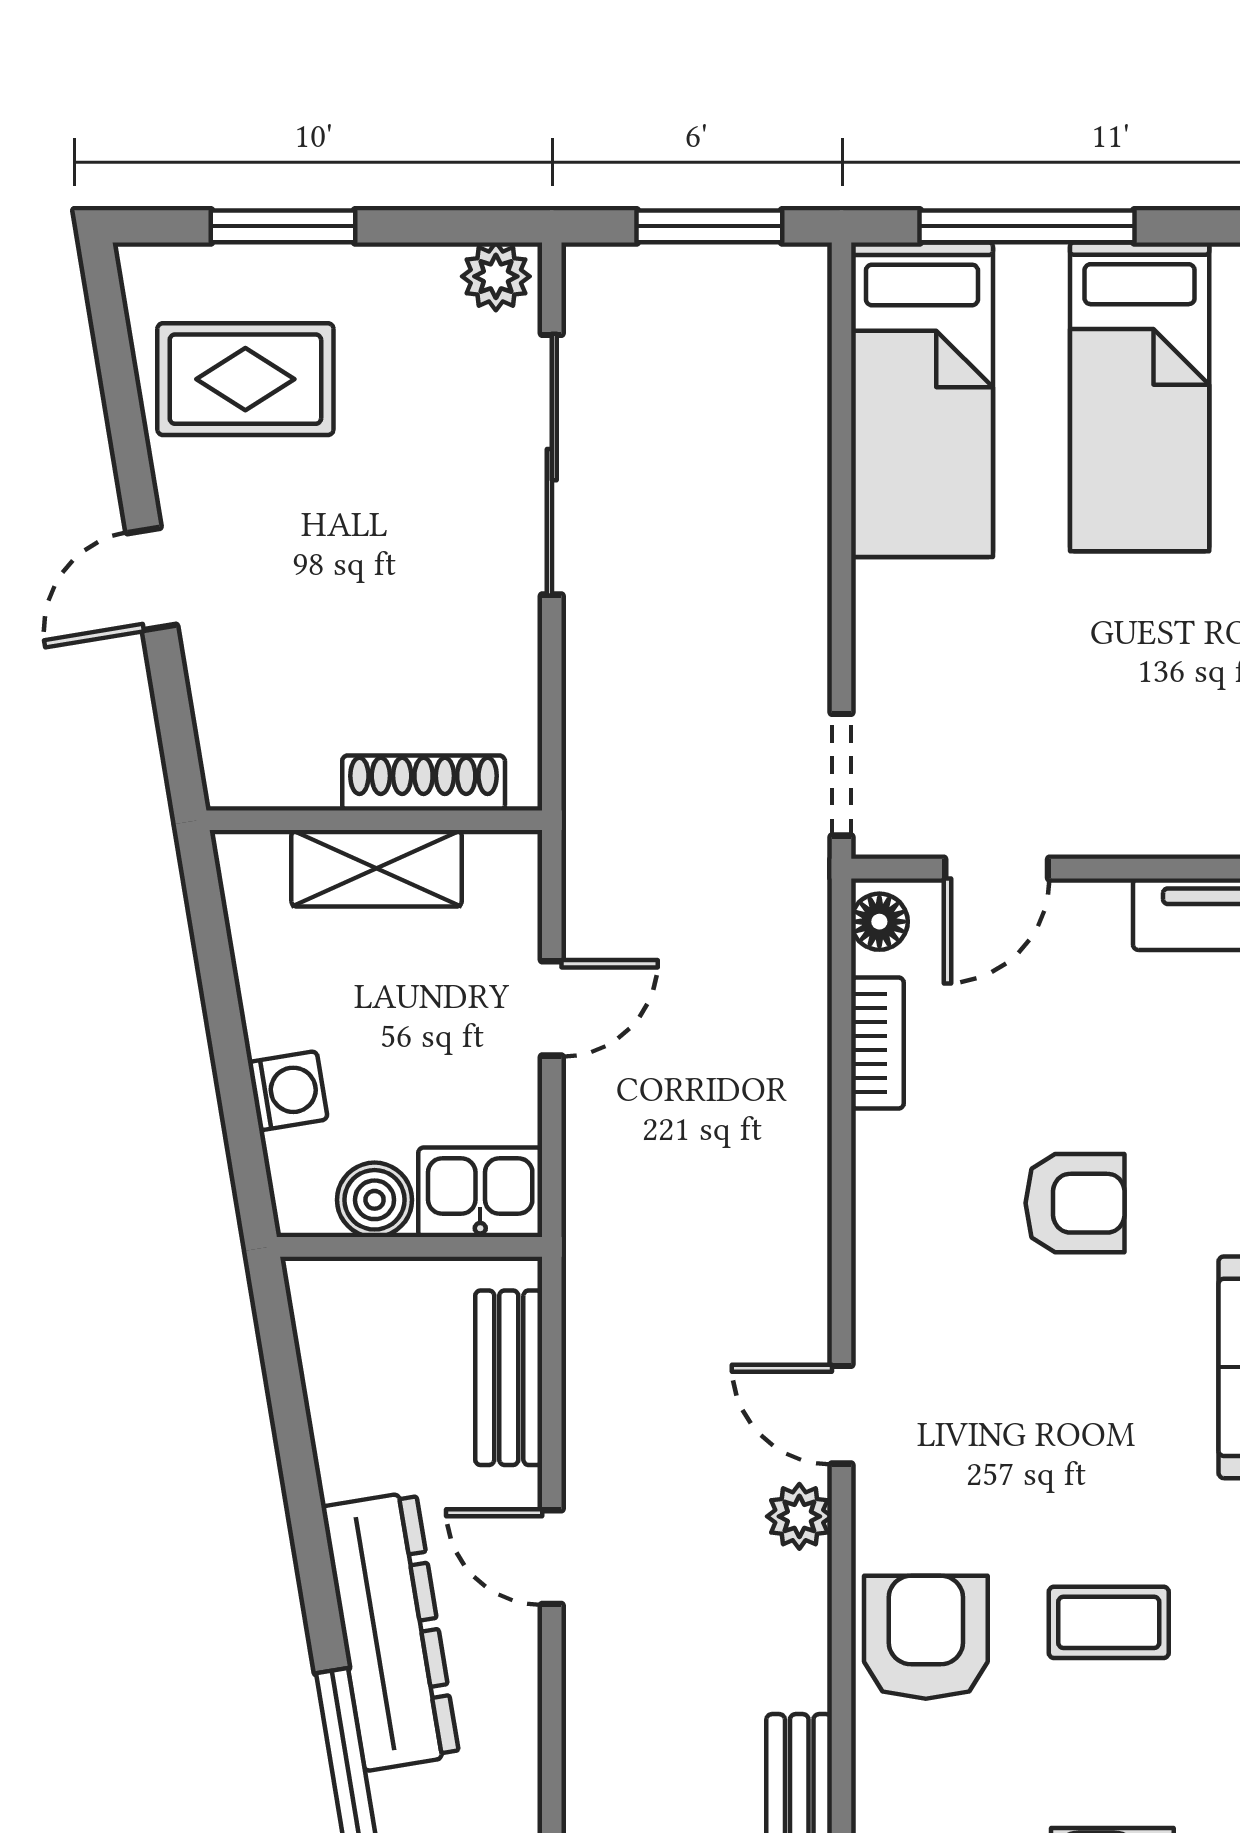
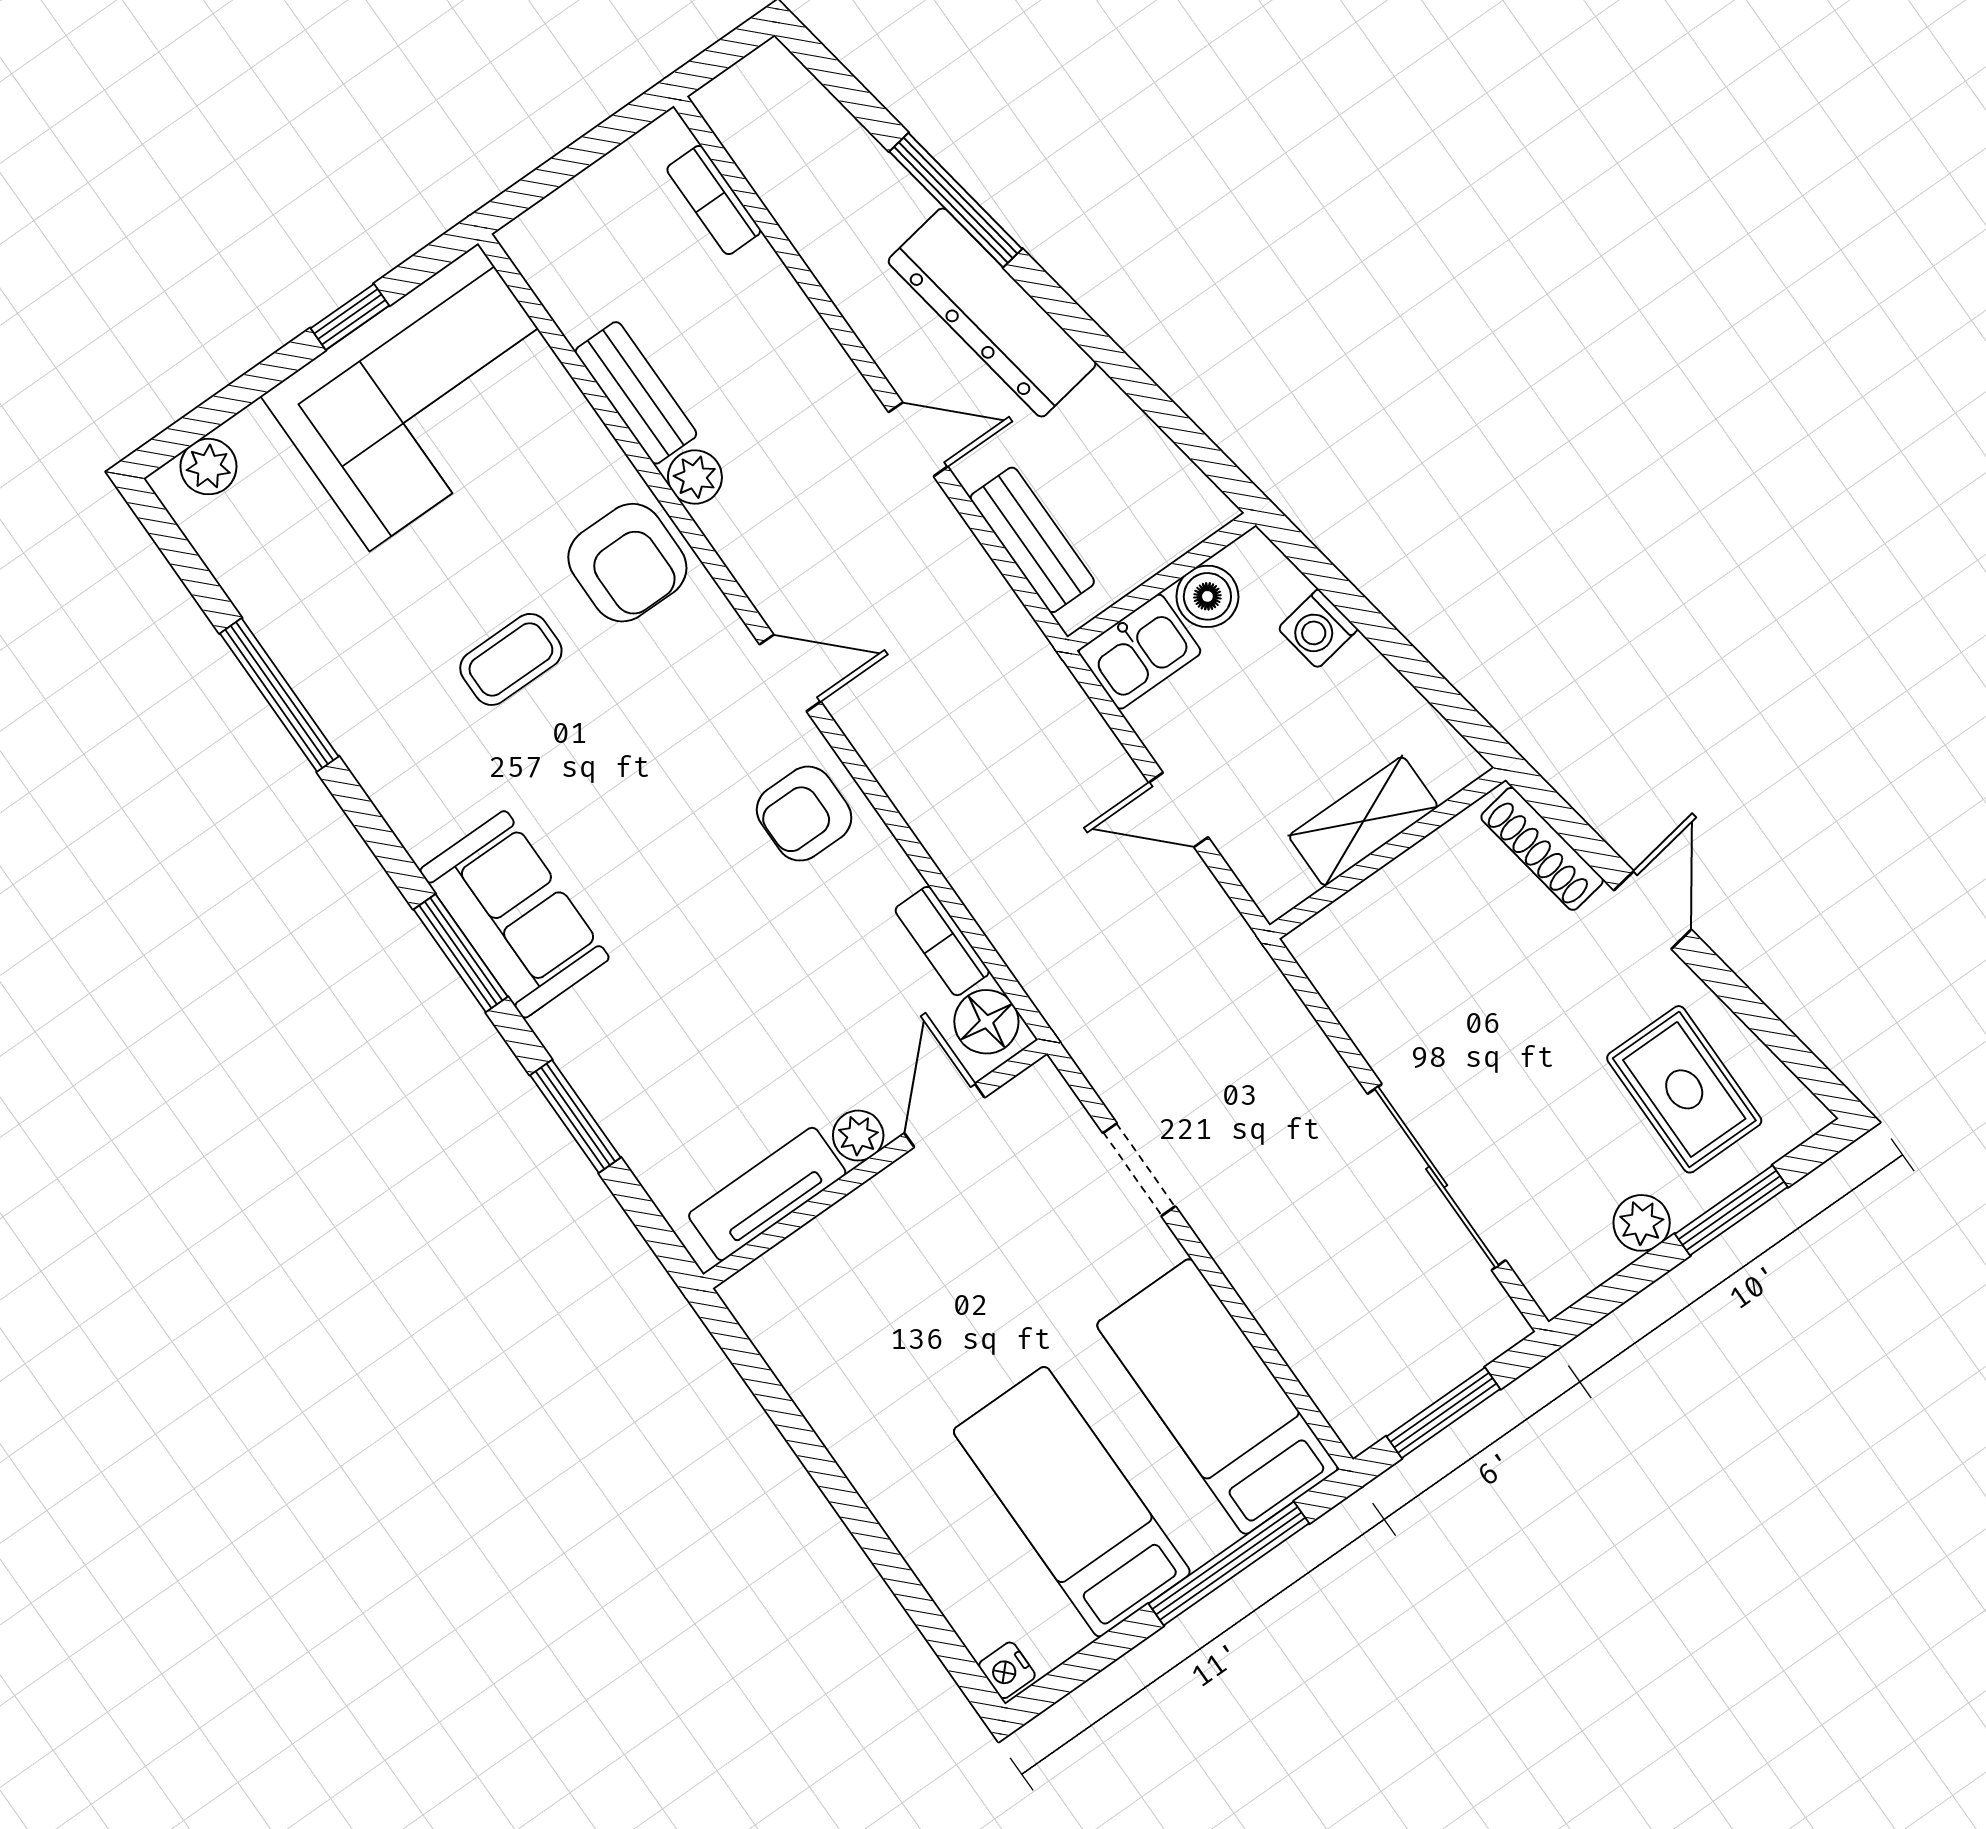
plant: (496, 276) -> (1642, 1223), moved
rug: (245, 379) -> (1684, 1089), turned 90
doorway: (842, 775) -> (1139, 1170), moved
shoe rack: (424, 783) -> (1542, 849), moved, turned 81
plant: (1096, 909) -> (858, 1136), added
floor lamp: (879, 922) -> (986, 1022), width x1.37, depth x1.37
door: (552, 1008) -> (1179, 810), hinge flipped
armchair: (1075, 1203) -> (804, 814), moved
plant: (799, 1516) -> (695, 477), moved

